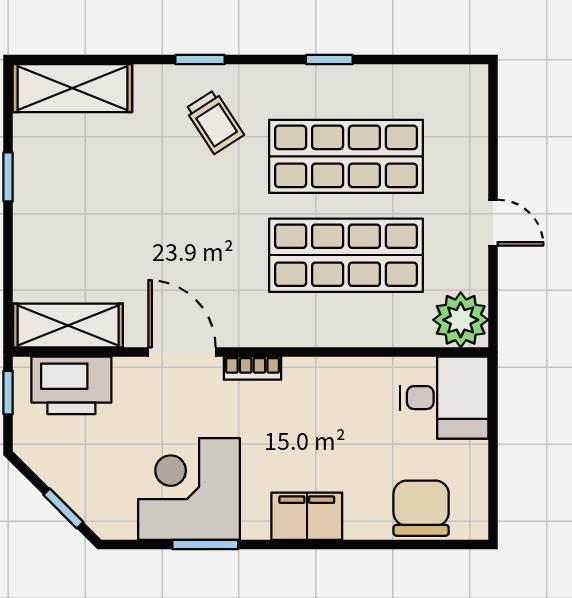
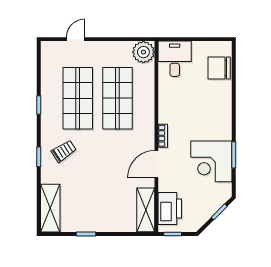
door: (493, 223) -> (76, 39), moved
filing cabinet: (307, 516) -> (222, 114), removed

